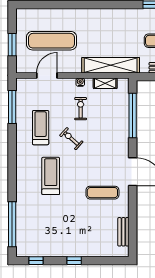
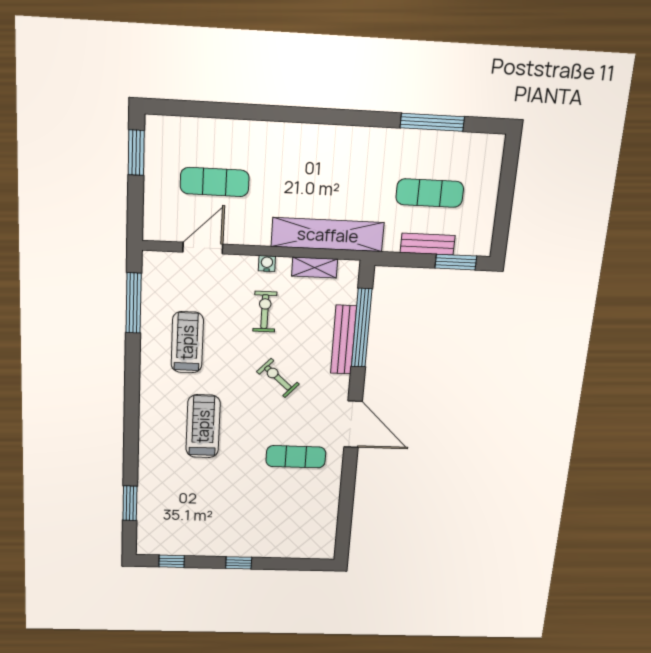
exercise mat: (52, 41) -> (215, 182), width x0.73, depth x0.69
window: (12, 45) -> (136, 153), moved
exercise bike: (71, 139) -> (278, 378), moved
window: (12, 224) -> (130, 503), width x0.47
bench: (123, 232) -> (343, 340), moved, width x1.36

